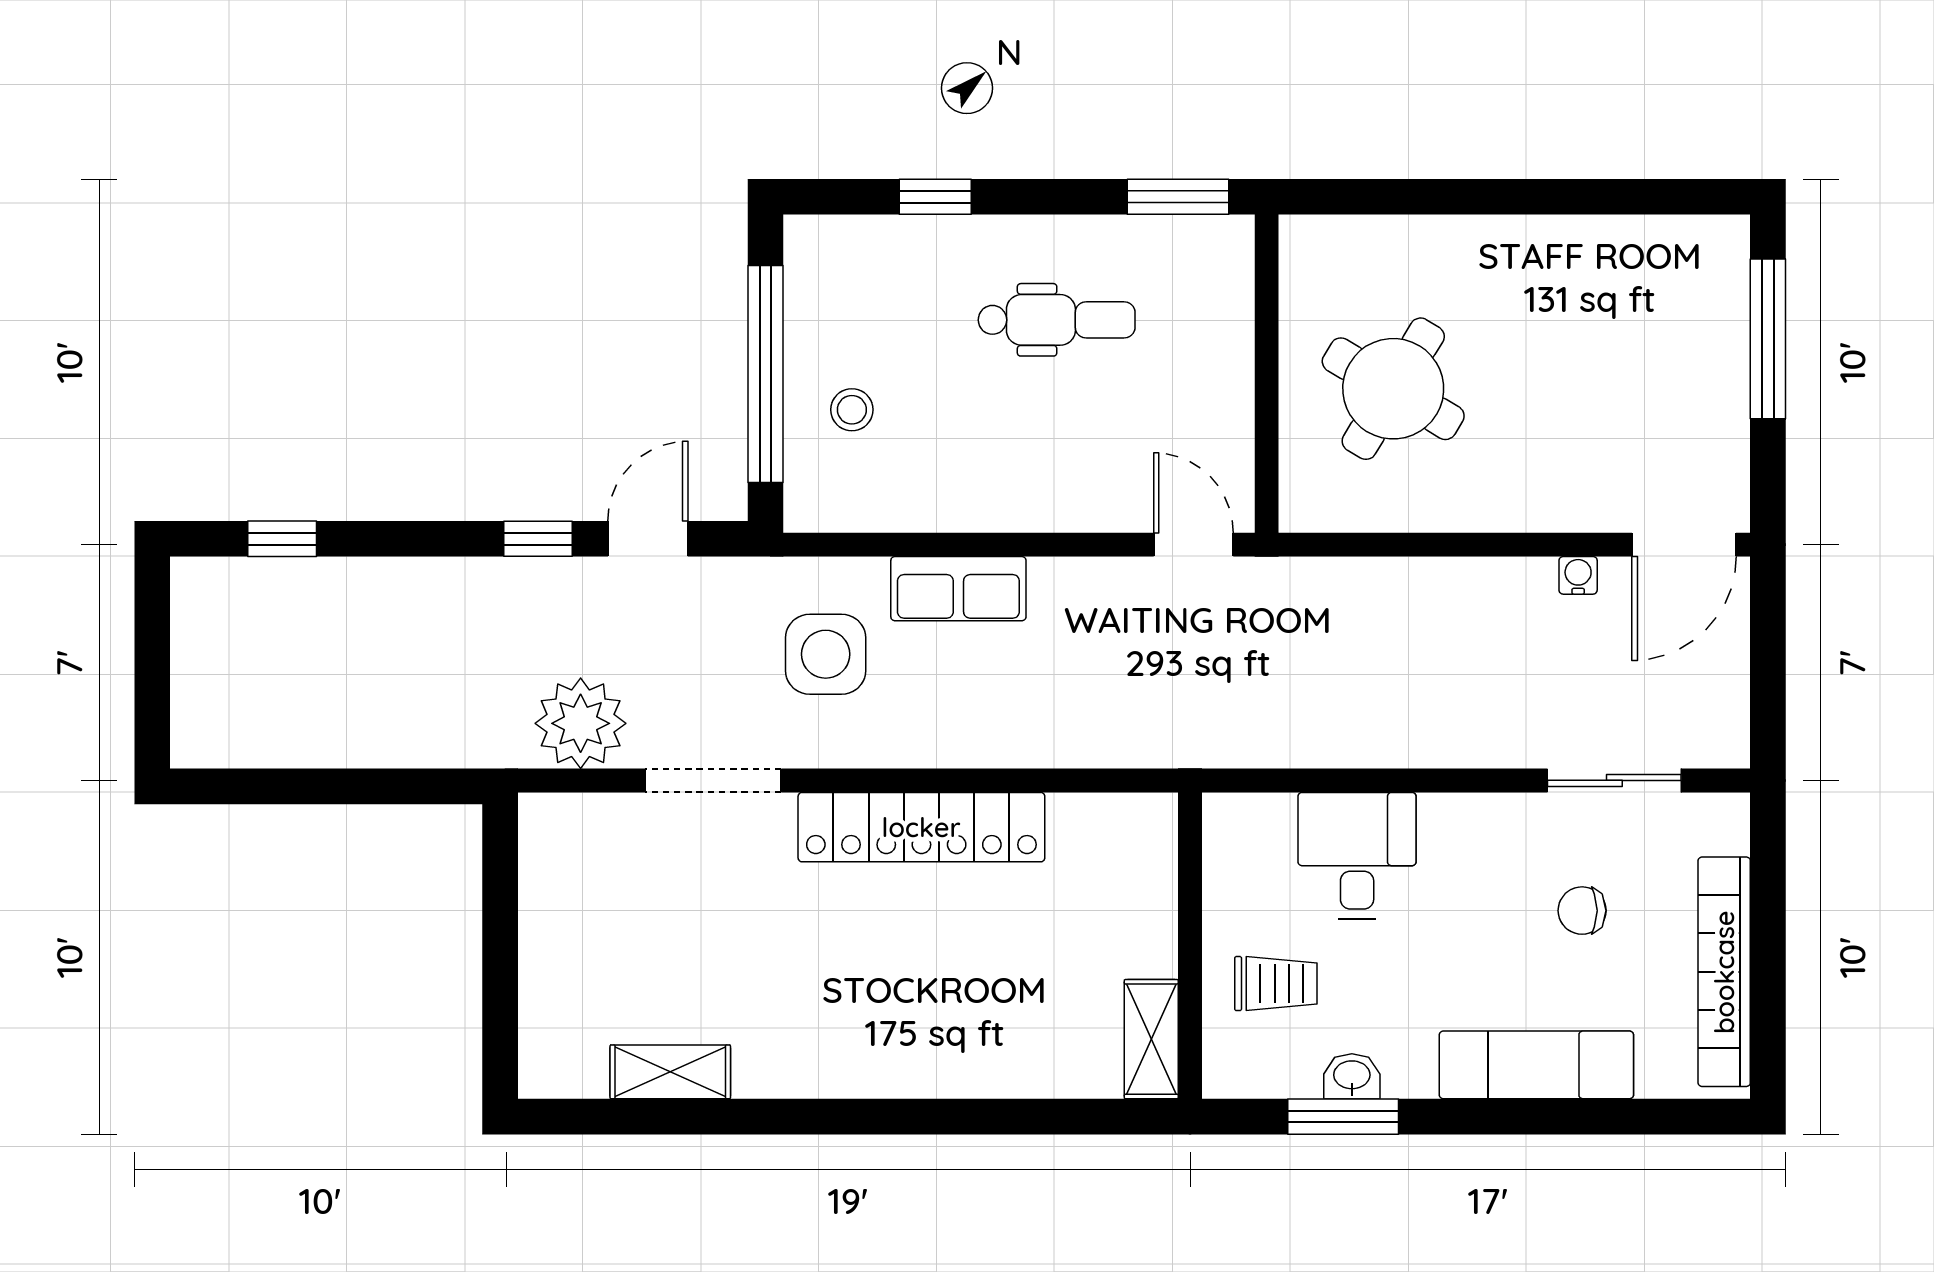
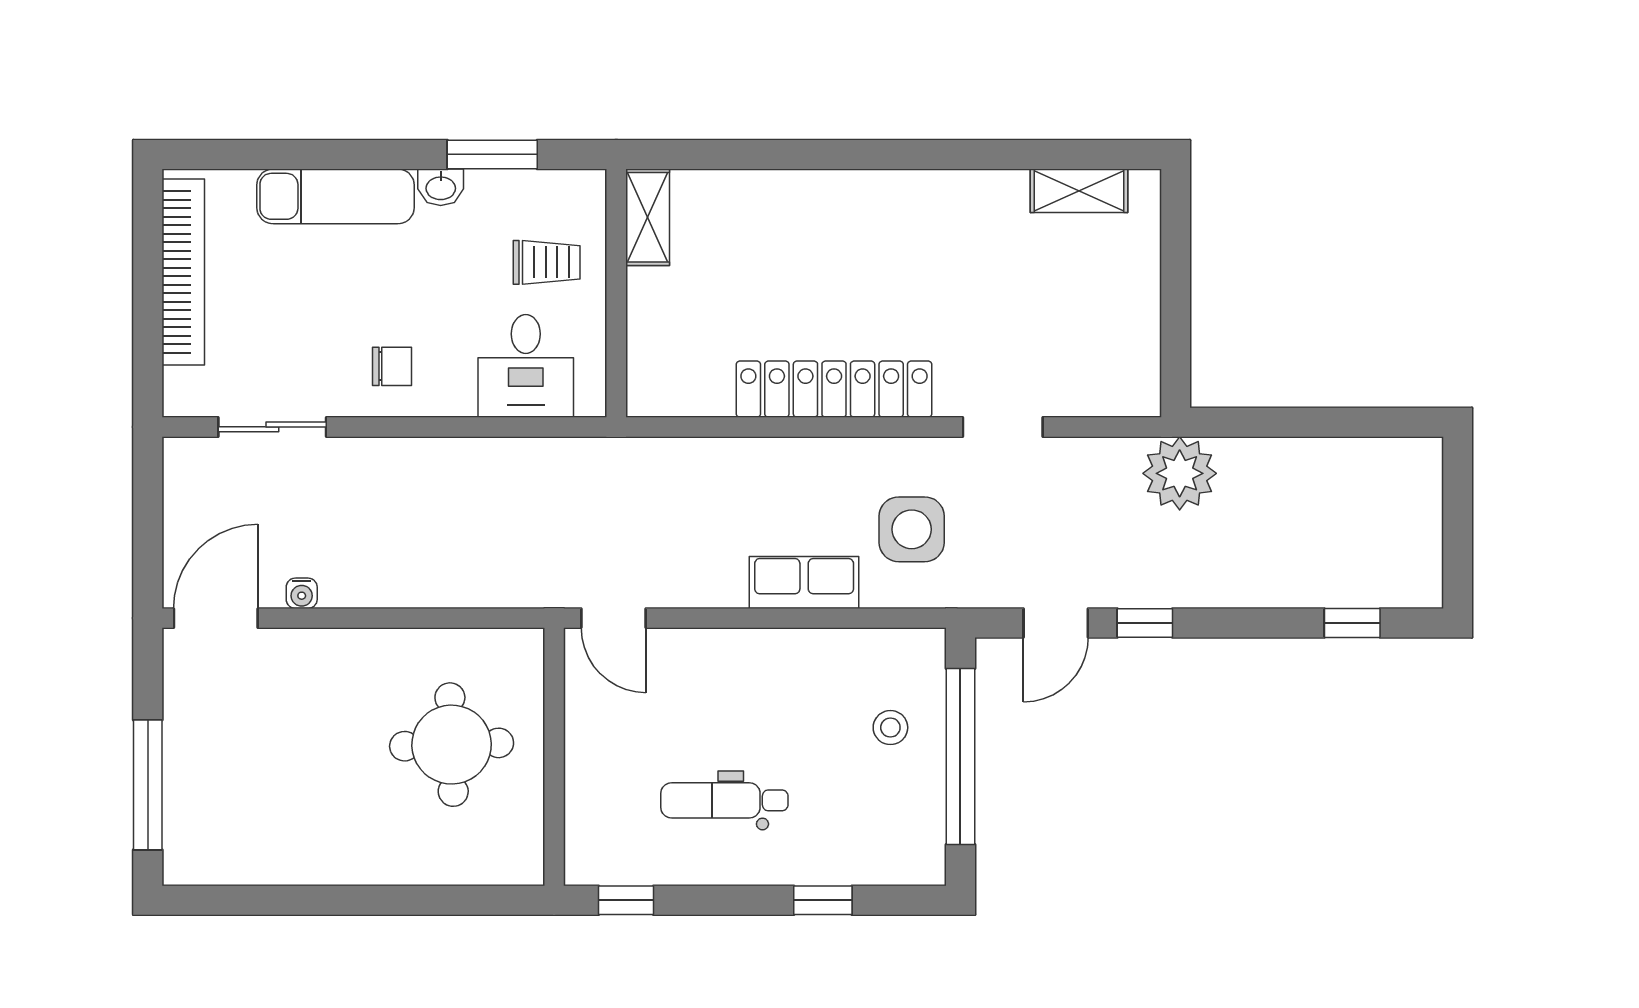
window: (1178, 197) -> (626, 900), width x0.67
round table: (1393, 389) -> (452, 745), turned -33
plant: (581, 723) -> (1180, 473), moved
doorway: (713, 780) -> (1003, 427), width x0.73
desk: (1357, 856) -> (526, 366), moved
chair: (1582, 911) -> (392, 366), moved
trolley: (1276, 984) -> (547, 262), turned 180
shelving: (670, 1072) -> (1079, 191), moved
washbasin: (1352, 1076) -> (441, 187), moved

